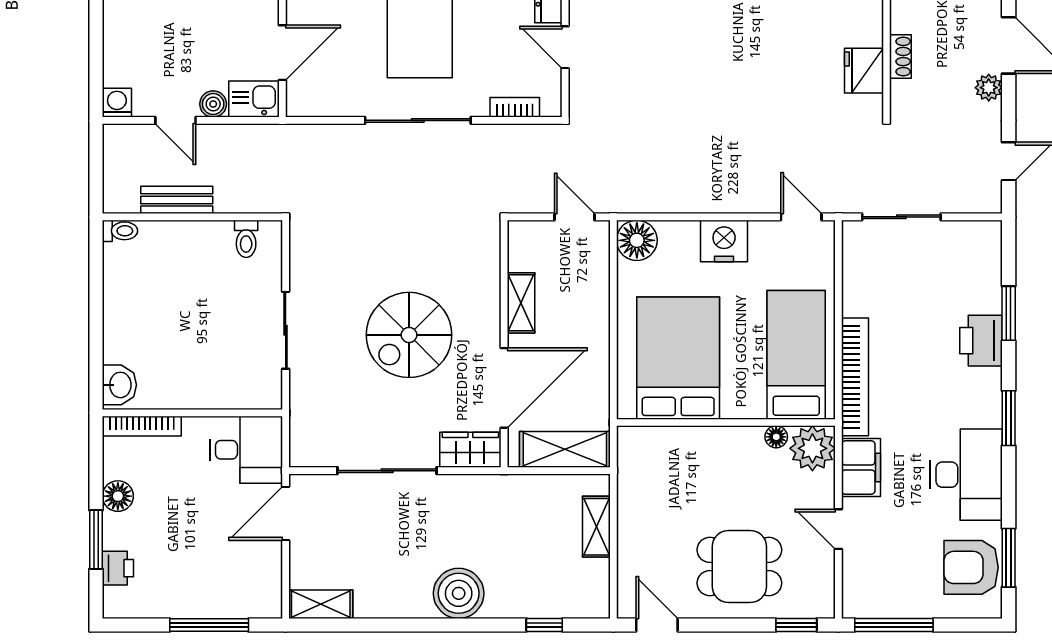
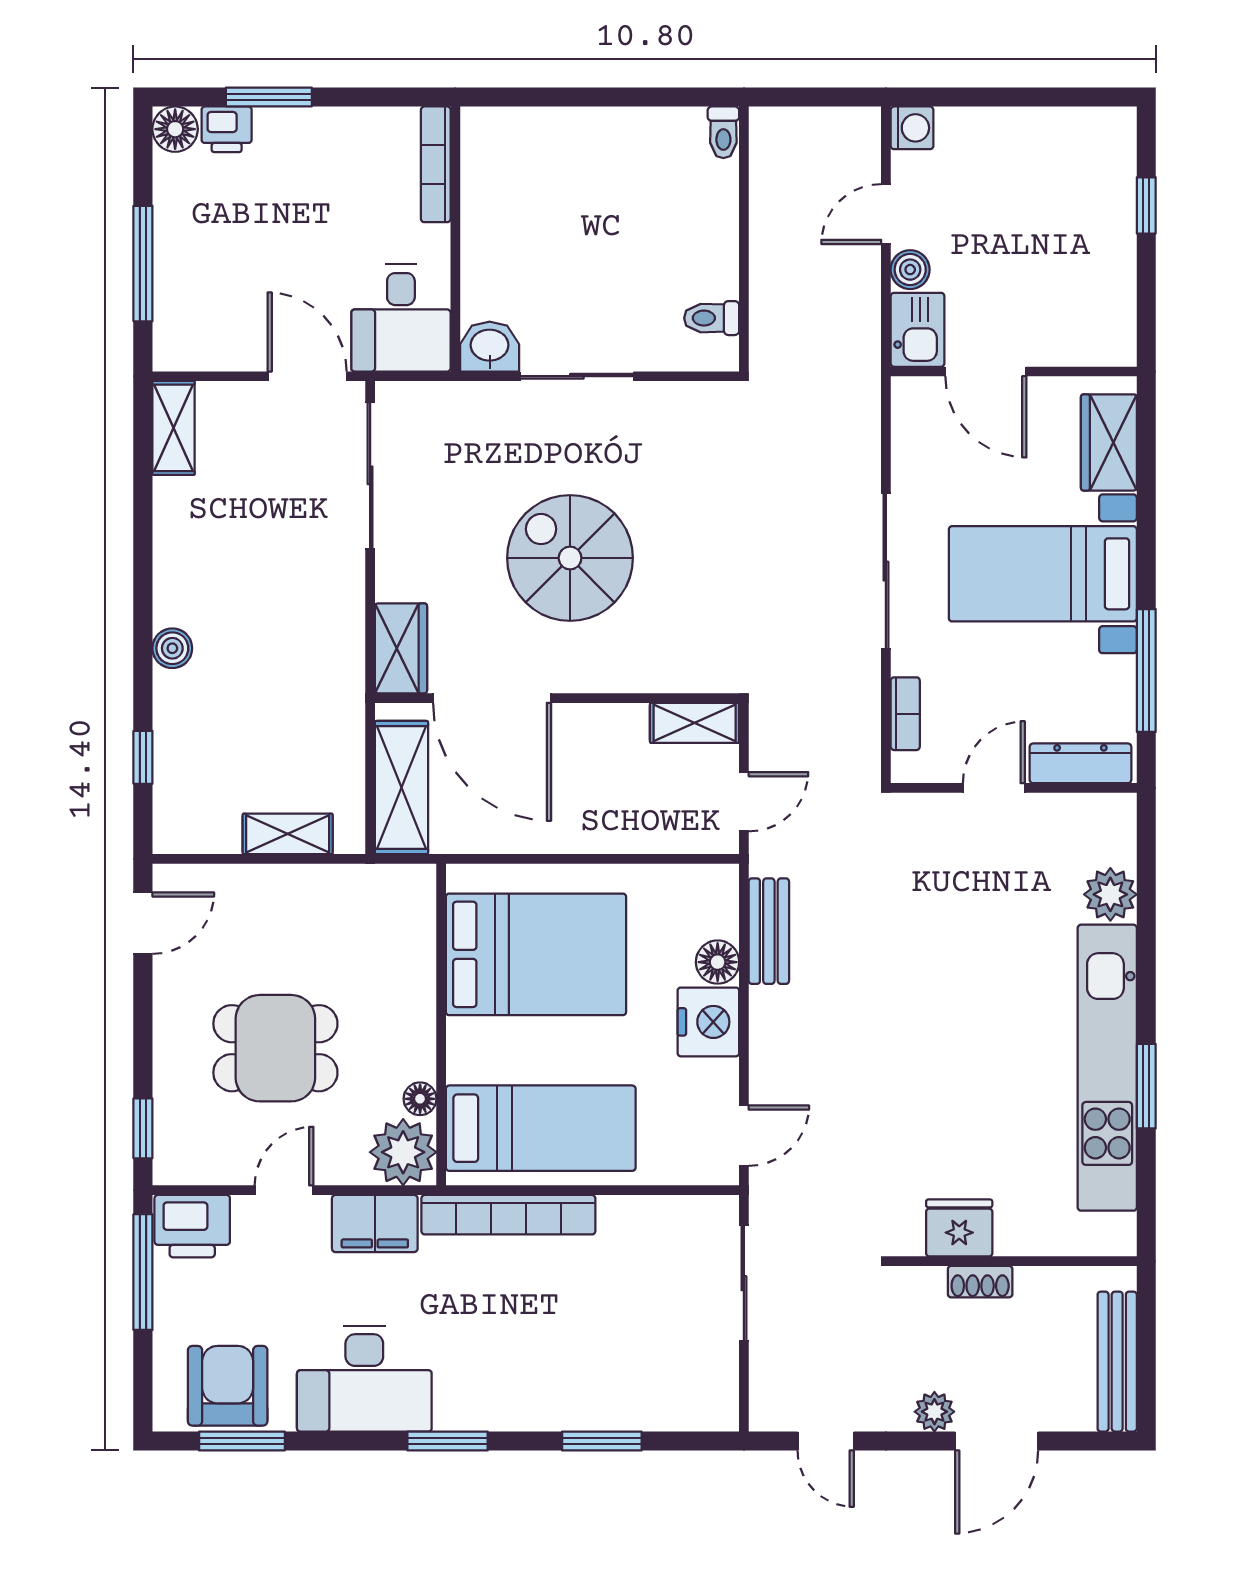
bench: (177, 200) -> (769, 931), moved
floor lamp: (637, 240) -> (718, 962), moved, width x0.73, depth x0.73
shelving: (521, 303) -> (695, 723), moved
printer: (981, 341) -> (192, 1226), moved, turned 180
washbasin: (119, 385) -> (490, 347), moved, turned 180
sliding door: (387, 471) -> (370, 475), moved
floor lamp: (118, 496) -> (175, 129), moved
dining table: (739, 566) -> (275, 1048), moved, turned 90
boiler: (459, 593) -> (172, 648), width x0.54, depth x0.54

